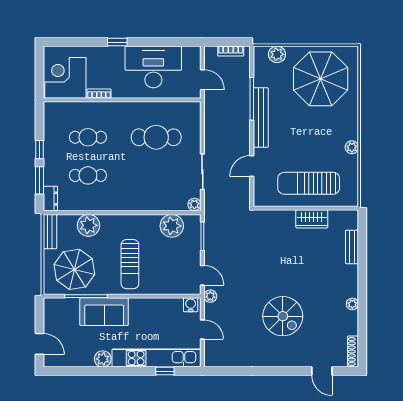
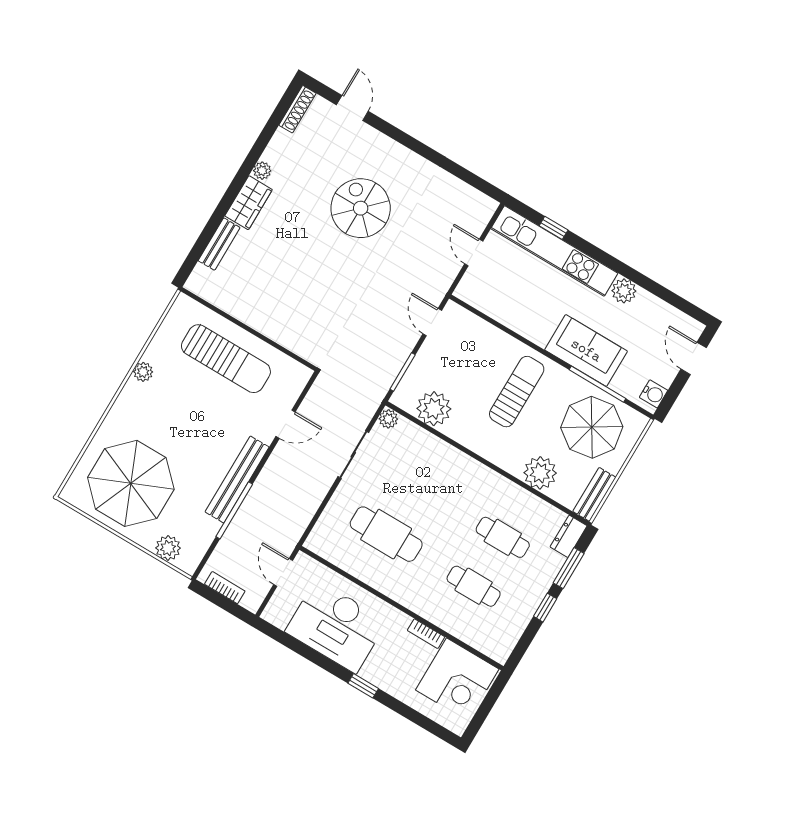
wardrobe: (312, 219) -> (249, 203), moved, turned 90
plant: (210, 296) -> (438, 289), removed
water cooler: (191, 305) -> (654, 394), moved, turned -90

